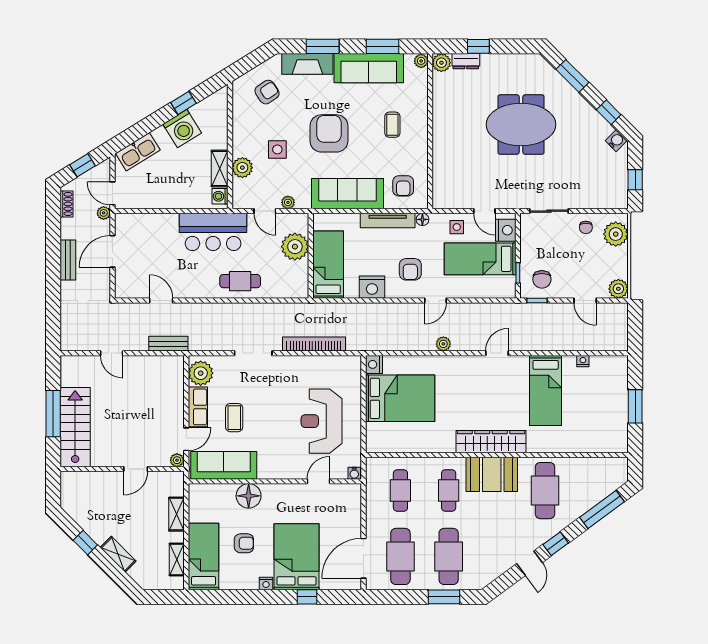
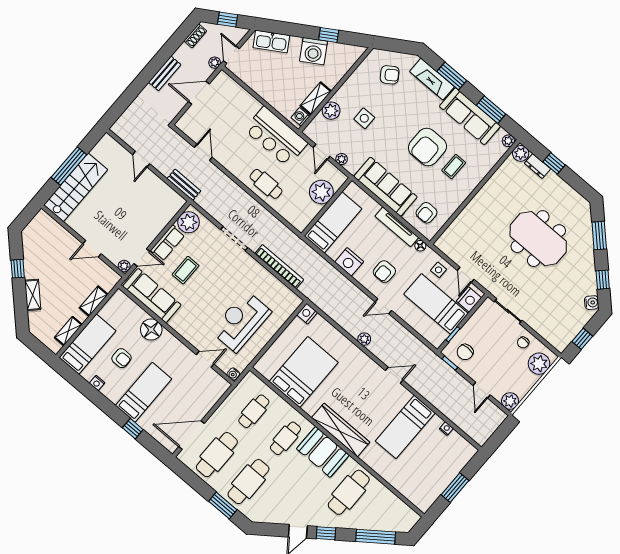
armchair: (329, 133) -> (427, 147), moved, turned 180
bed: (400, 398) -> (304, 372), moved, turned -90
bed: (297, 557) -> (144, 392), width x0.67
nightstand: (266, 583) -> (97, 383), moved

